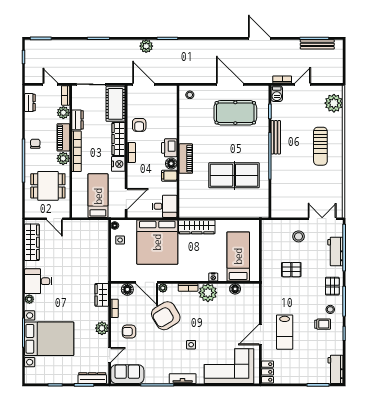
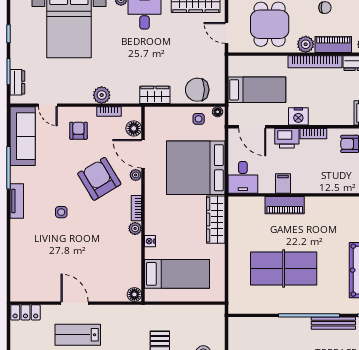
wardrobe: (118, 139) -> (331, 117), removed
printer: (169, 148) -> (287, 138), moved, turned 180
piano: (186, 159) -> (285, 205), moved
floor lamp: (171, 164) -> (299, 186), removed
table tennis table: (234, 175) -> (284, 268), turned 90
door: (55, 219) -> (227, 33), hinge flipped
chair: (98, 241) -> (197, 90), added
door: (147, 282) -> (143, 154), hinge flipped
floor lamp: (235, 289) -> (134, 294), moved
plant: (208, 293) -> (135, 228), width x0.53, depth x0.53
wardrobe: (102, 295) -> (155, 95), moved
plant: (102, 328) -> (102, 95), moved
corner sofa: (229, 366) -> (33, 262), removed
sofa: (127, 374) -> (23, 136), width x1.36
dresser: (92, 378) -> (17, 82), width x0.70

